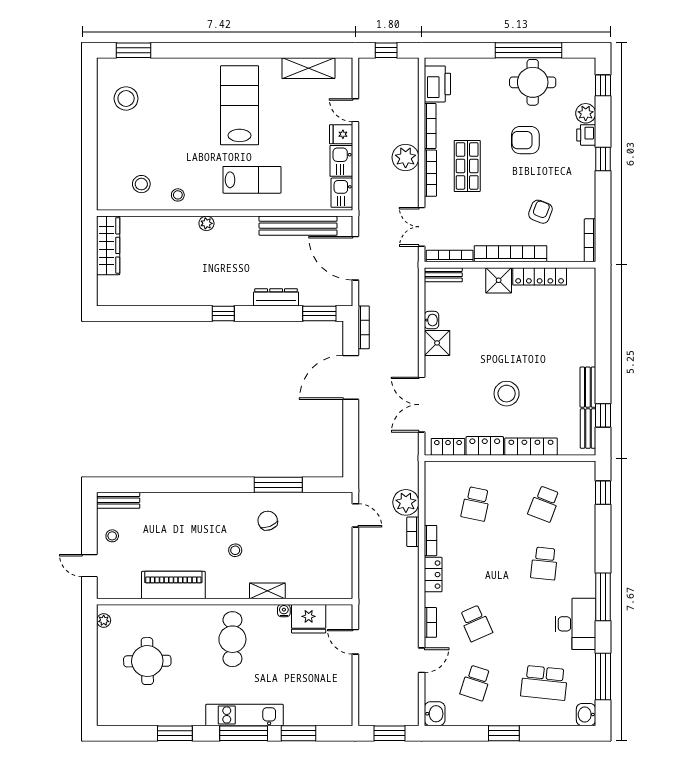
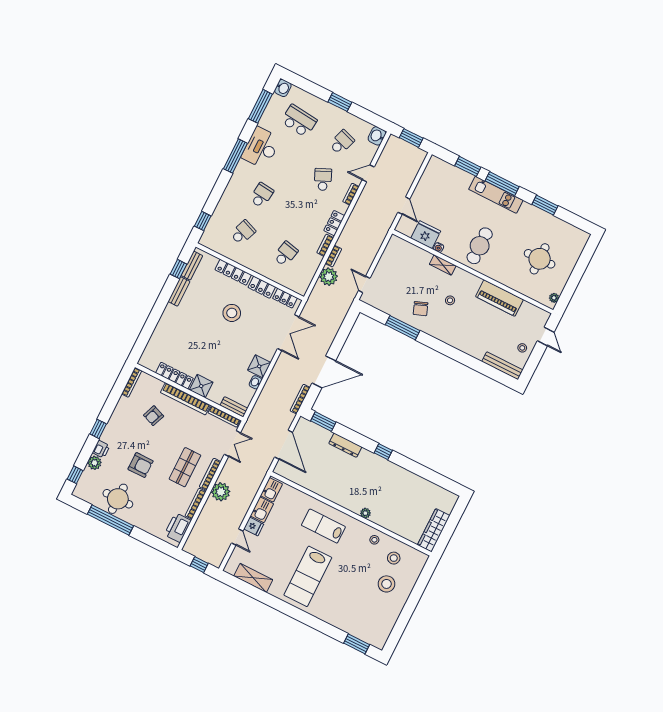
stool: (126, 98) -> (386, 584), moved
bench: (298, 226) -> (309, 483), removed
bench: (118, 500) -> (502, 366), width x1.36

